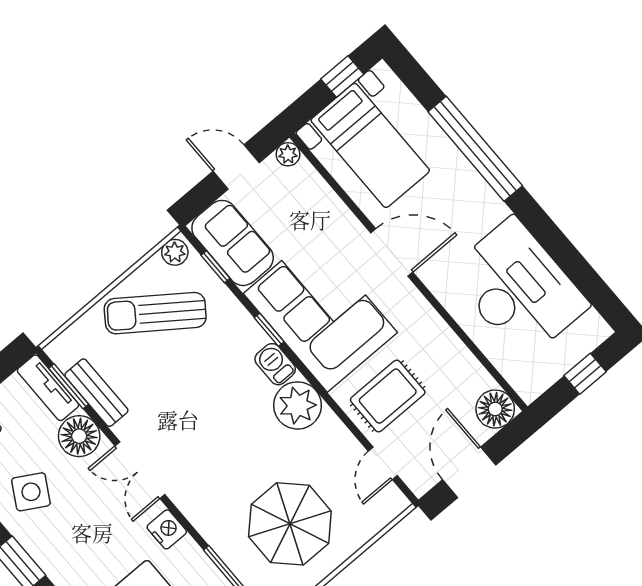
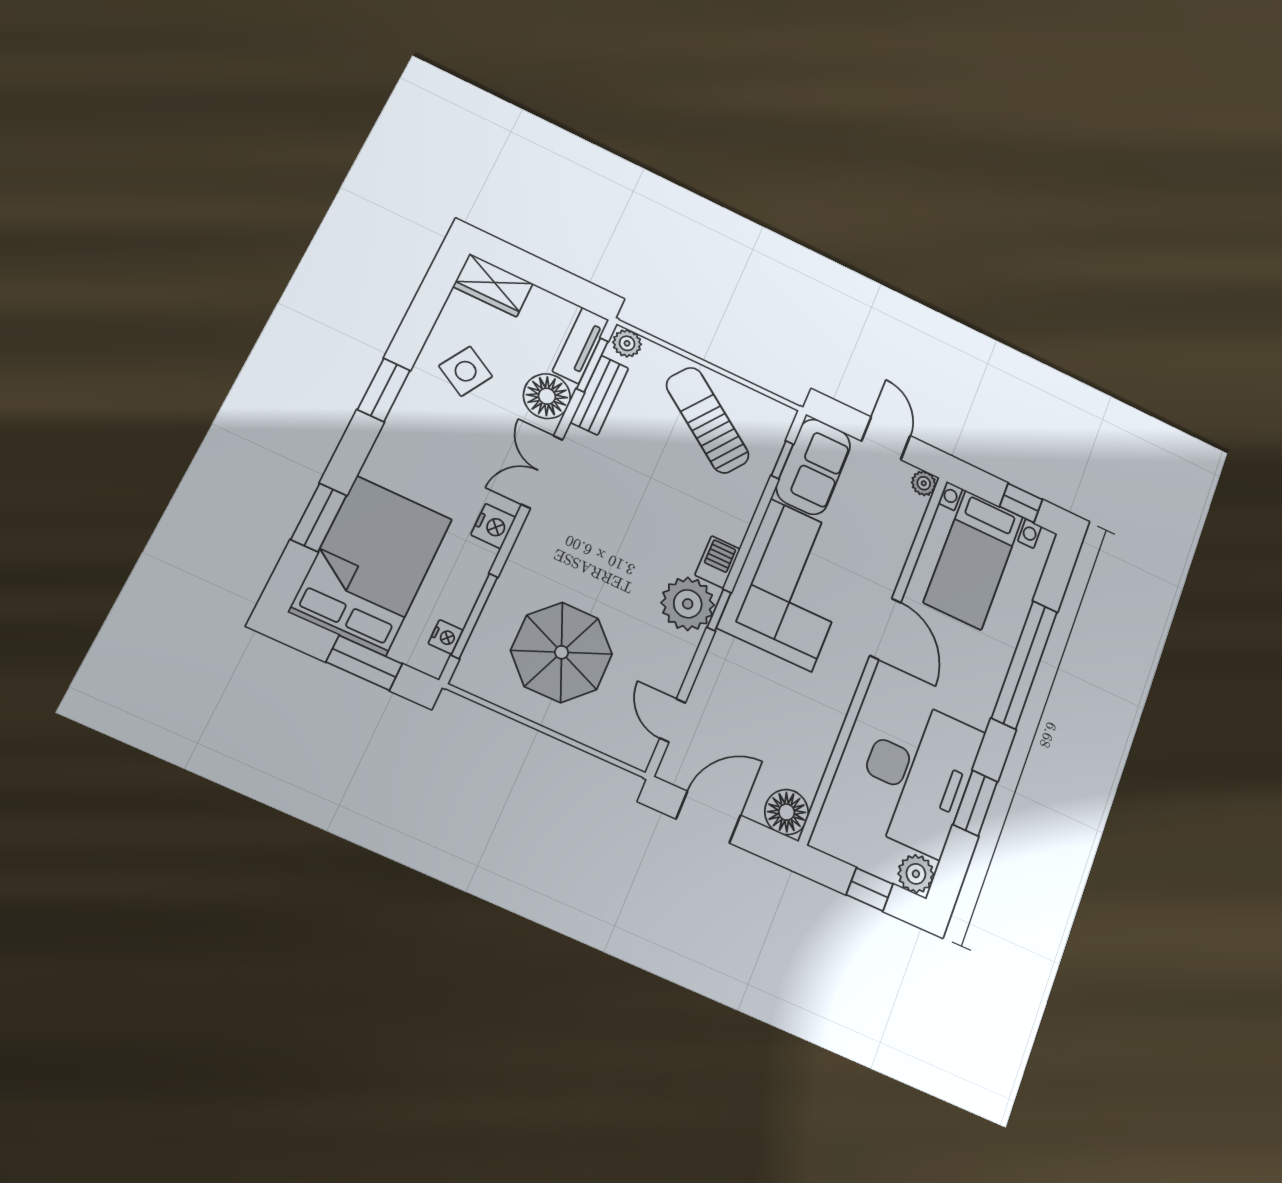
plant: (175, 252) -> (627, 343), moved
window: (563, 252) -> (975, 803), added
window: (269, 330) -> (719, 610), moved
plant: (592, 330) -> (916, 874), added
rug: (388, 396) -> (743, 693), removed
door: (383, 463) -> (673, 720), hinge flipped

